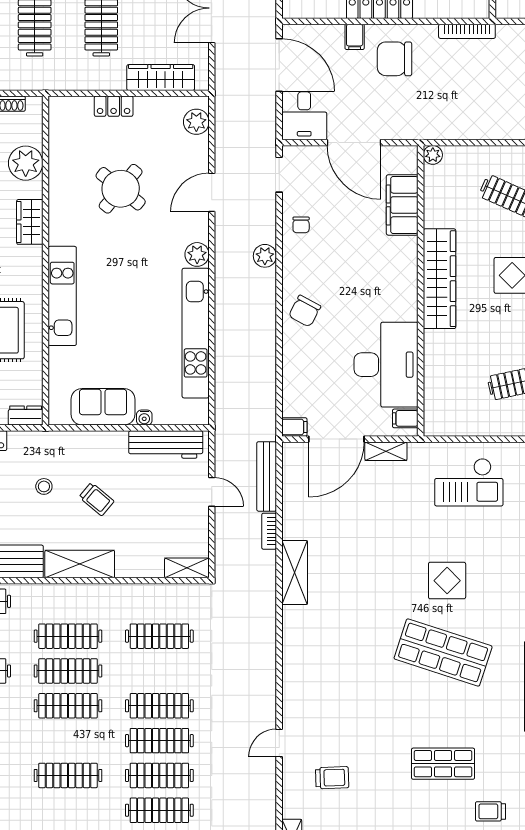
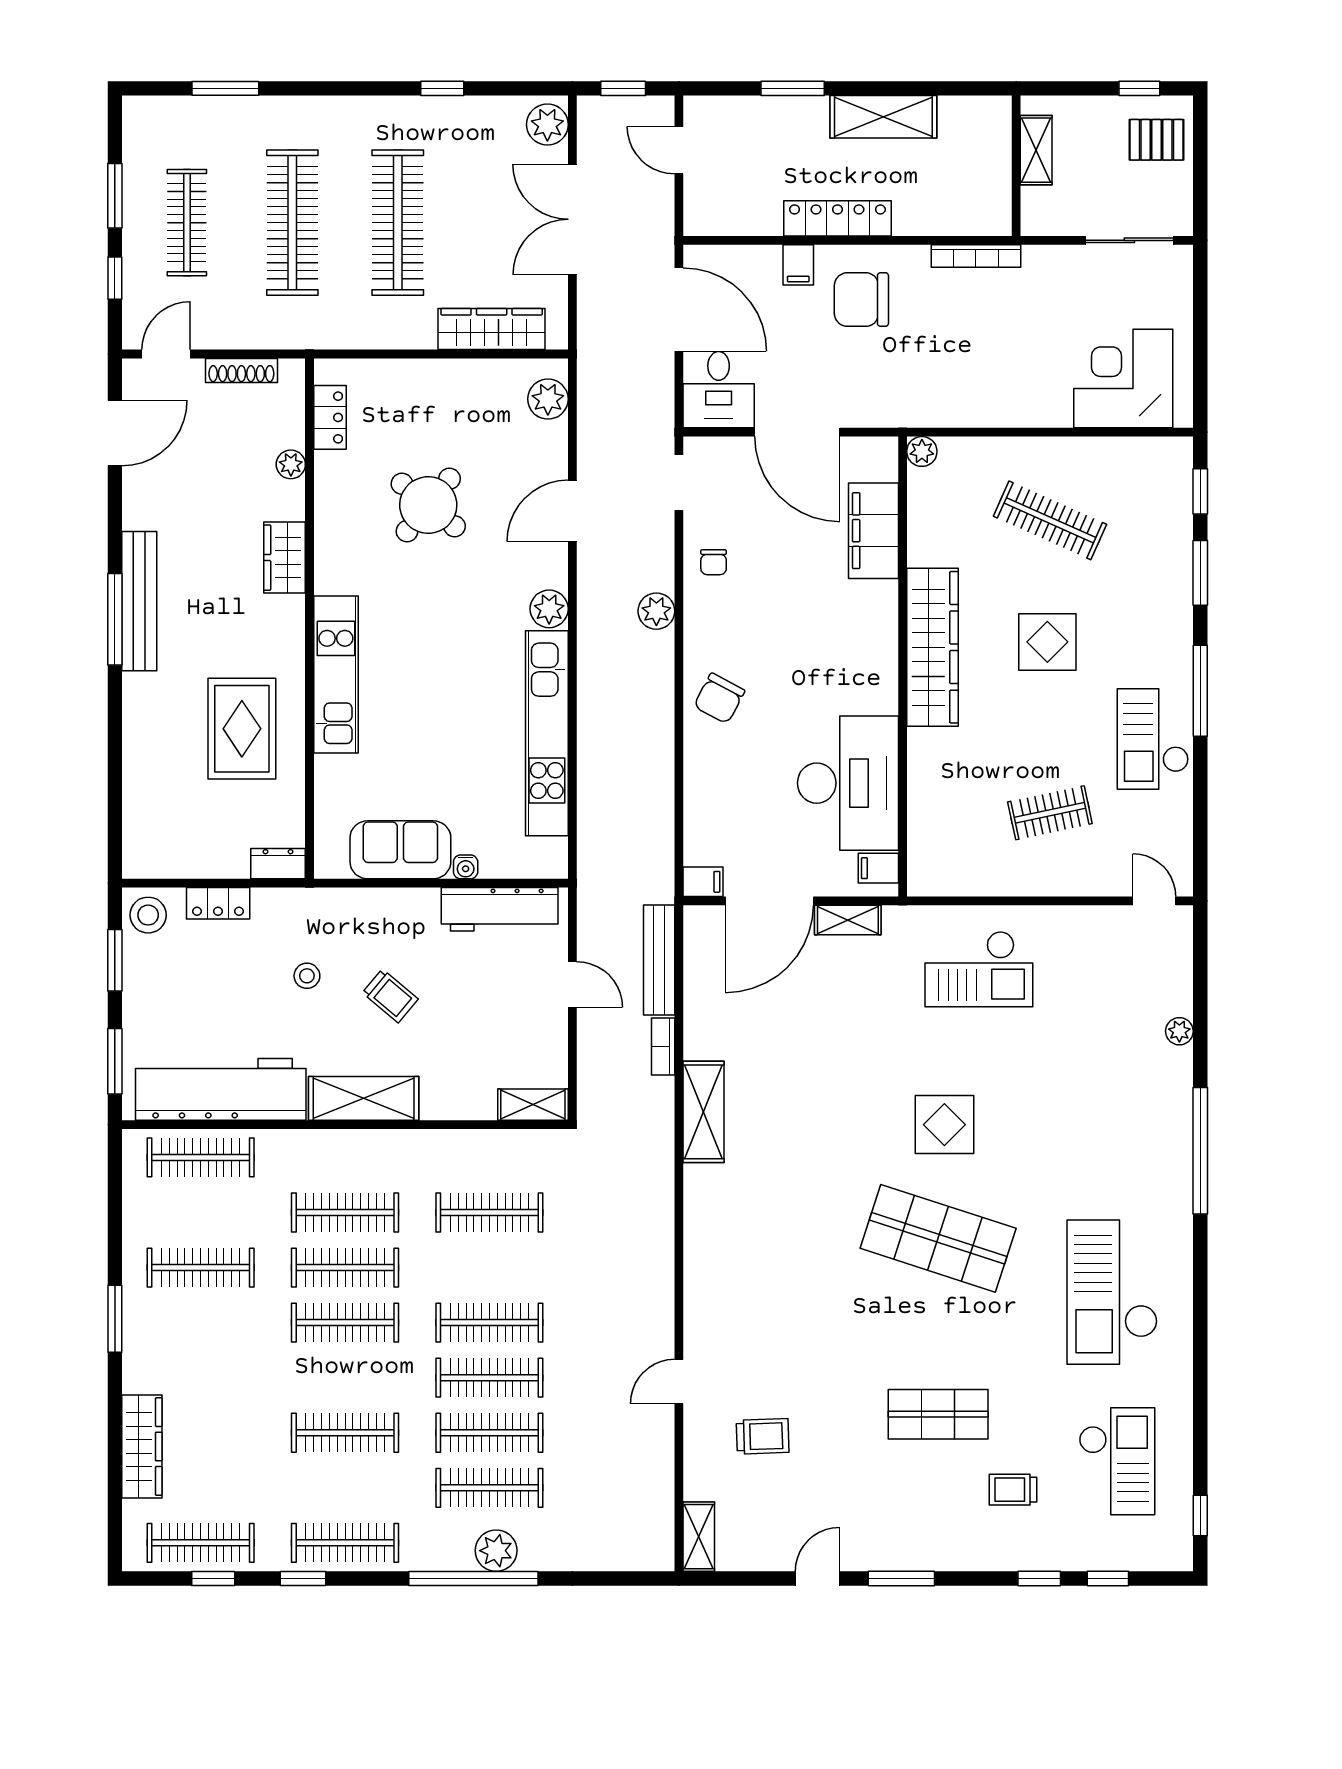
locker: (114, 106) -> (330, 417), moved, turned -90
plant: (26, 163) -> (291, 464), width x0.53, depth x0.53

